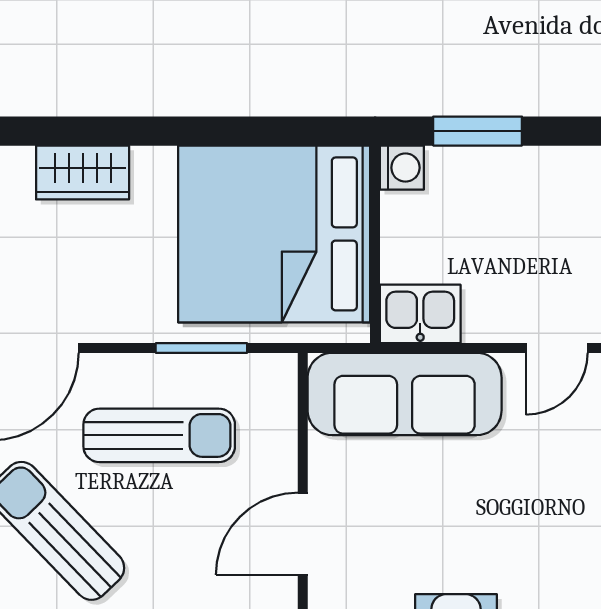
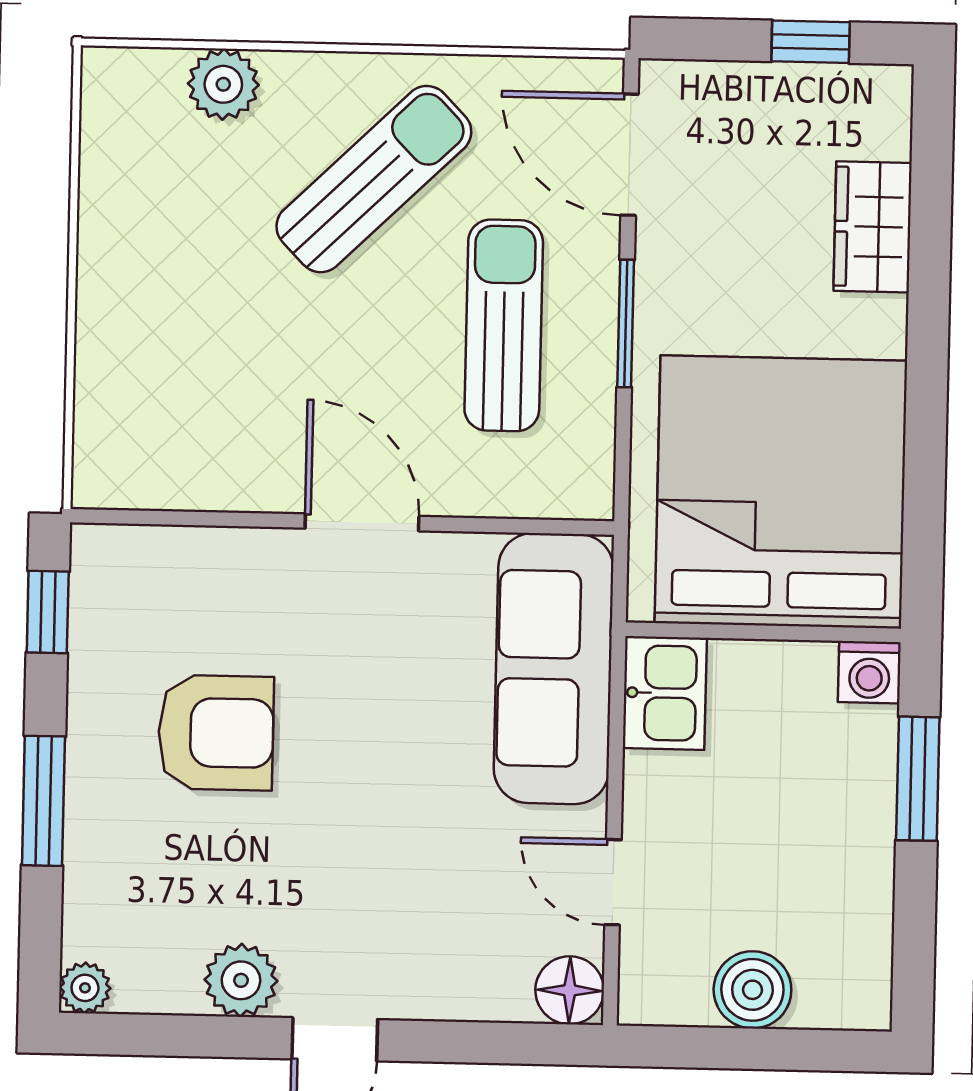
window: (201, 348) -> (626, 323), moved
sun lounger: (159, 435) -> (504, 325), turned 180

